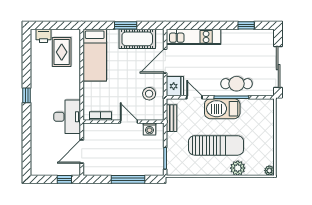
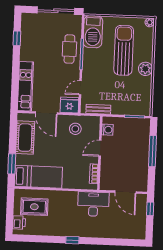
window: (126, 25) -> (12, 164), moved
barbecue: (222, 109) -> (93, 32), moved
sun lounger: (216, 145) -> (124, 50), moved
plant: (238, 168) -> (145, 69), moved

